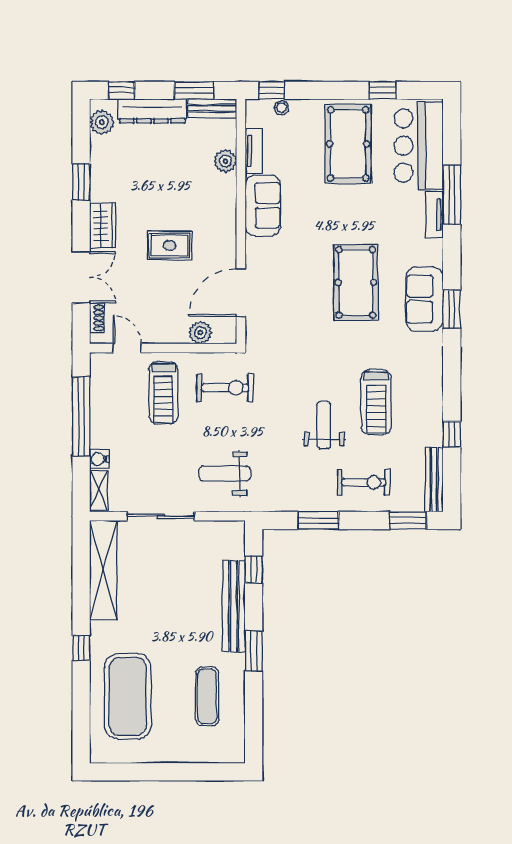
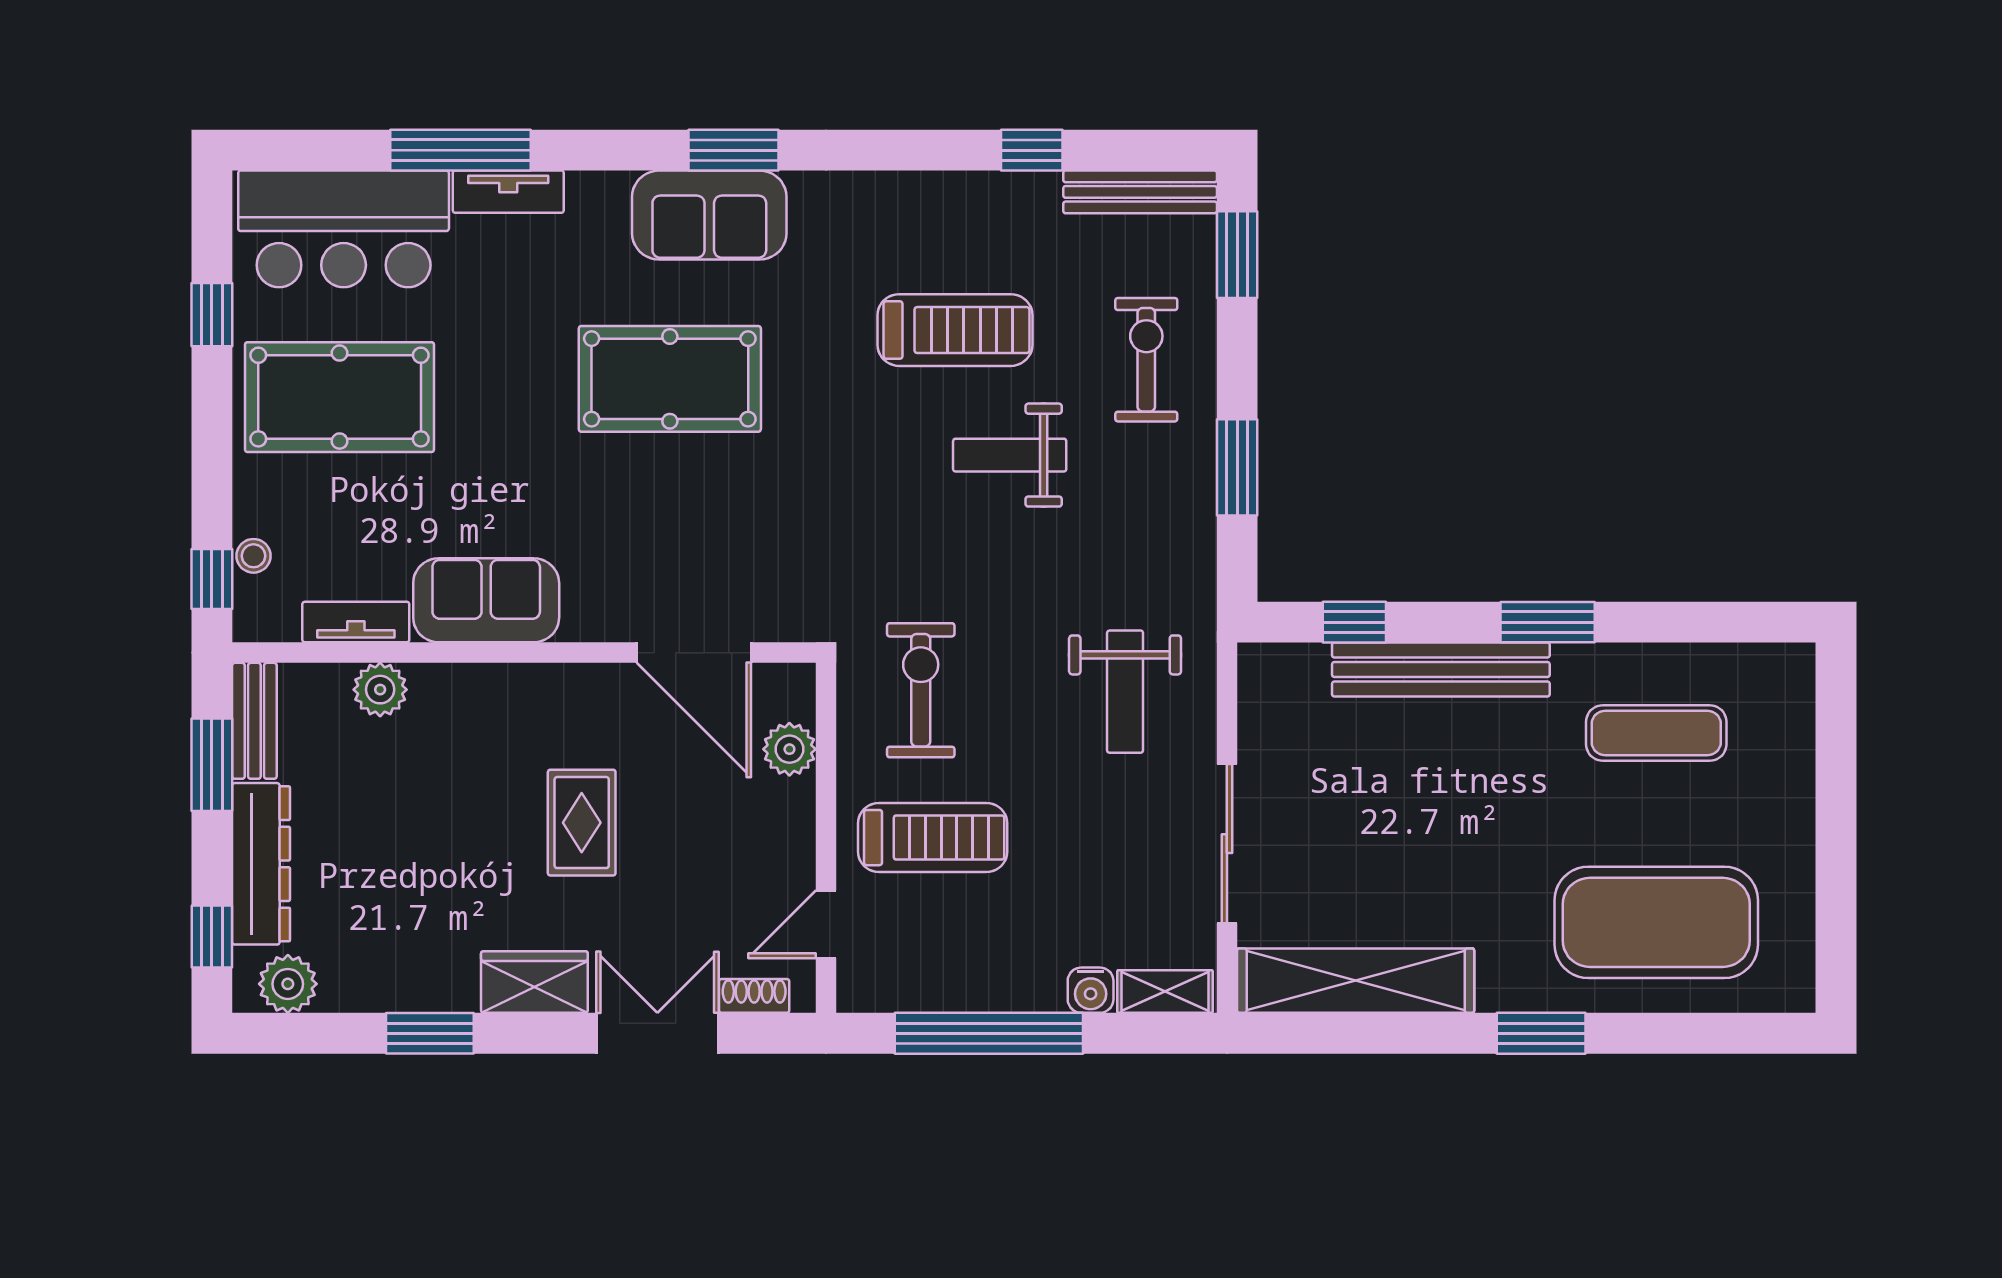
window: (81, 648) -> (1541, 1033), width x1.50

